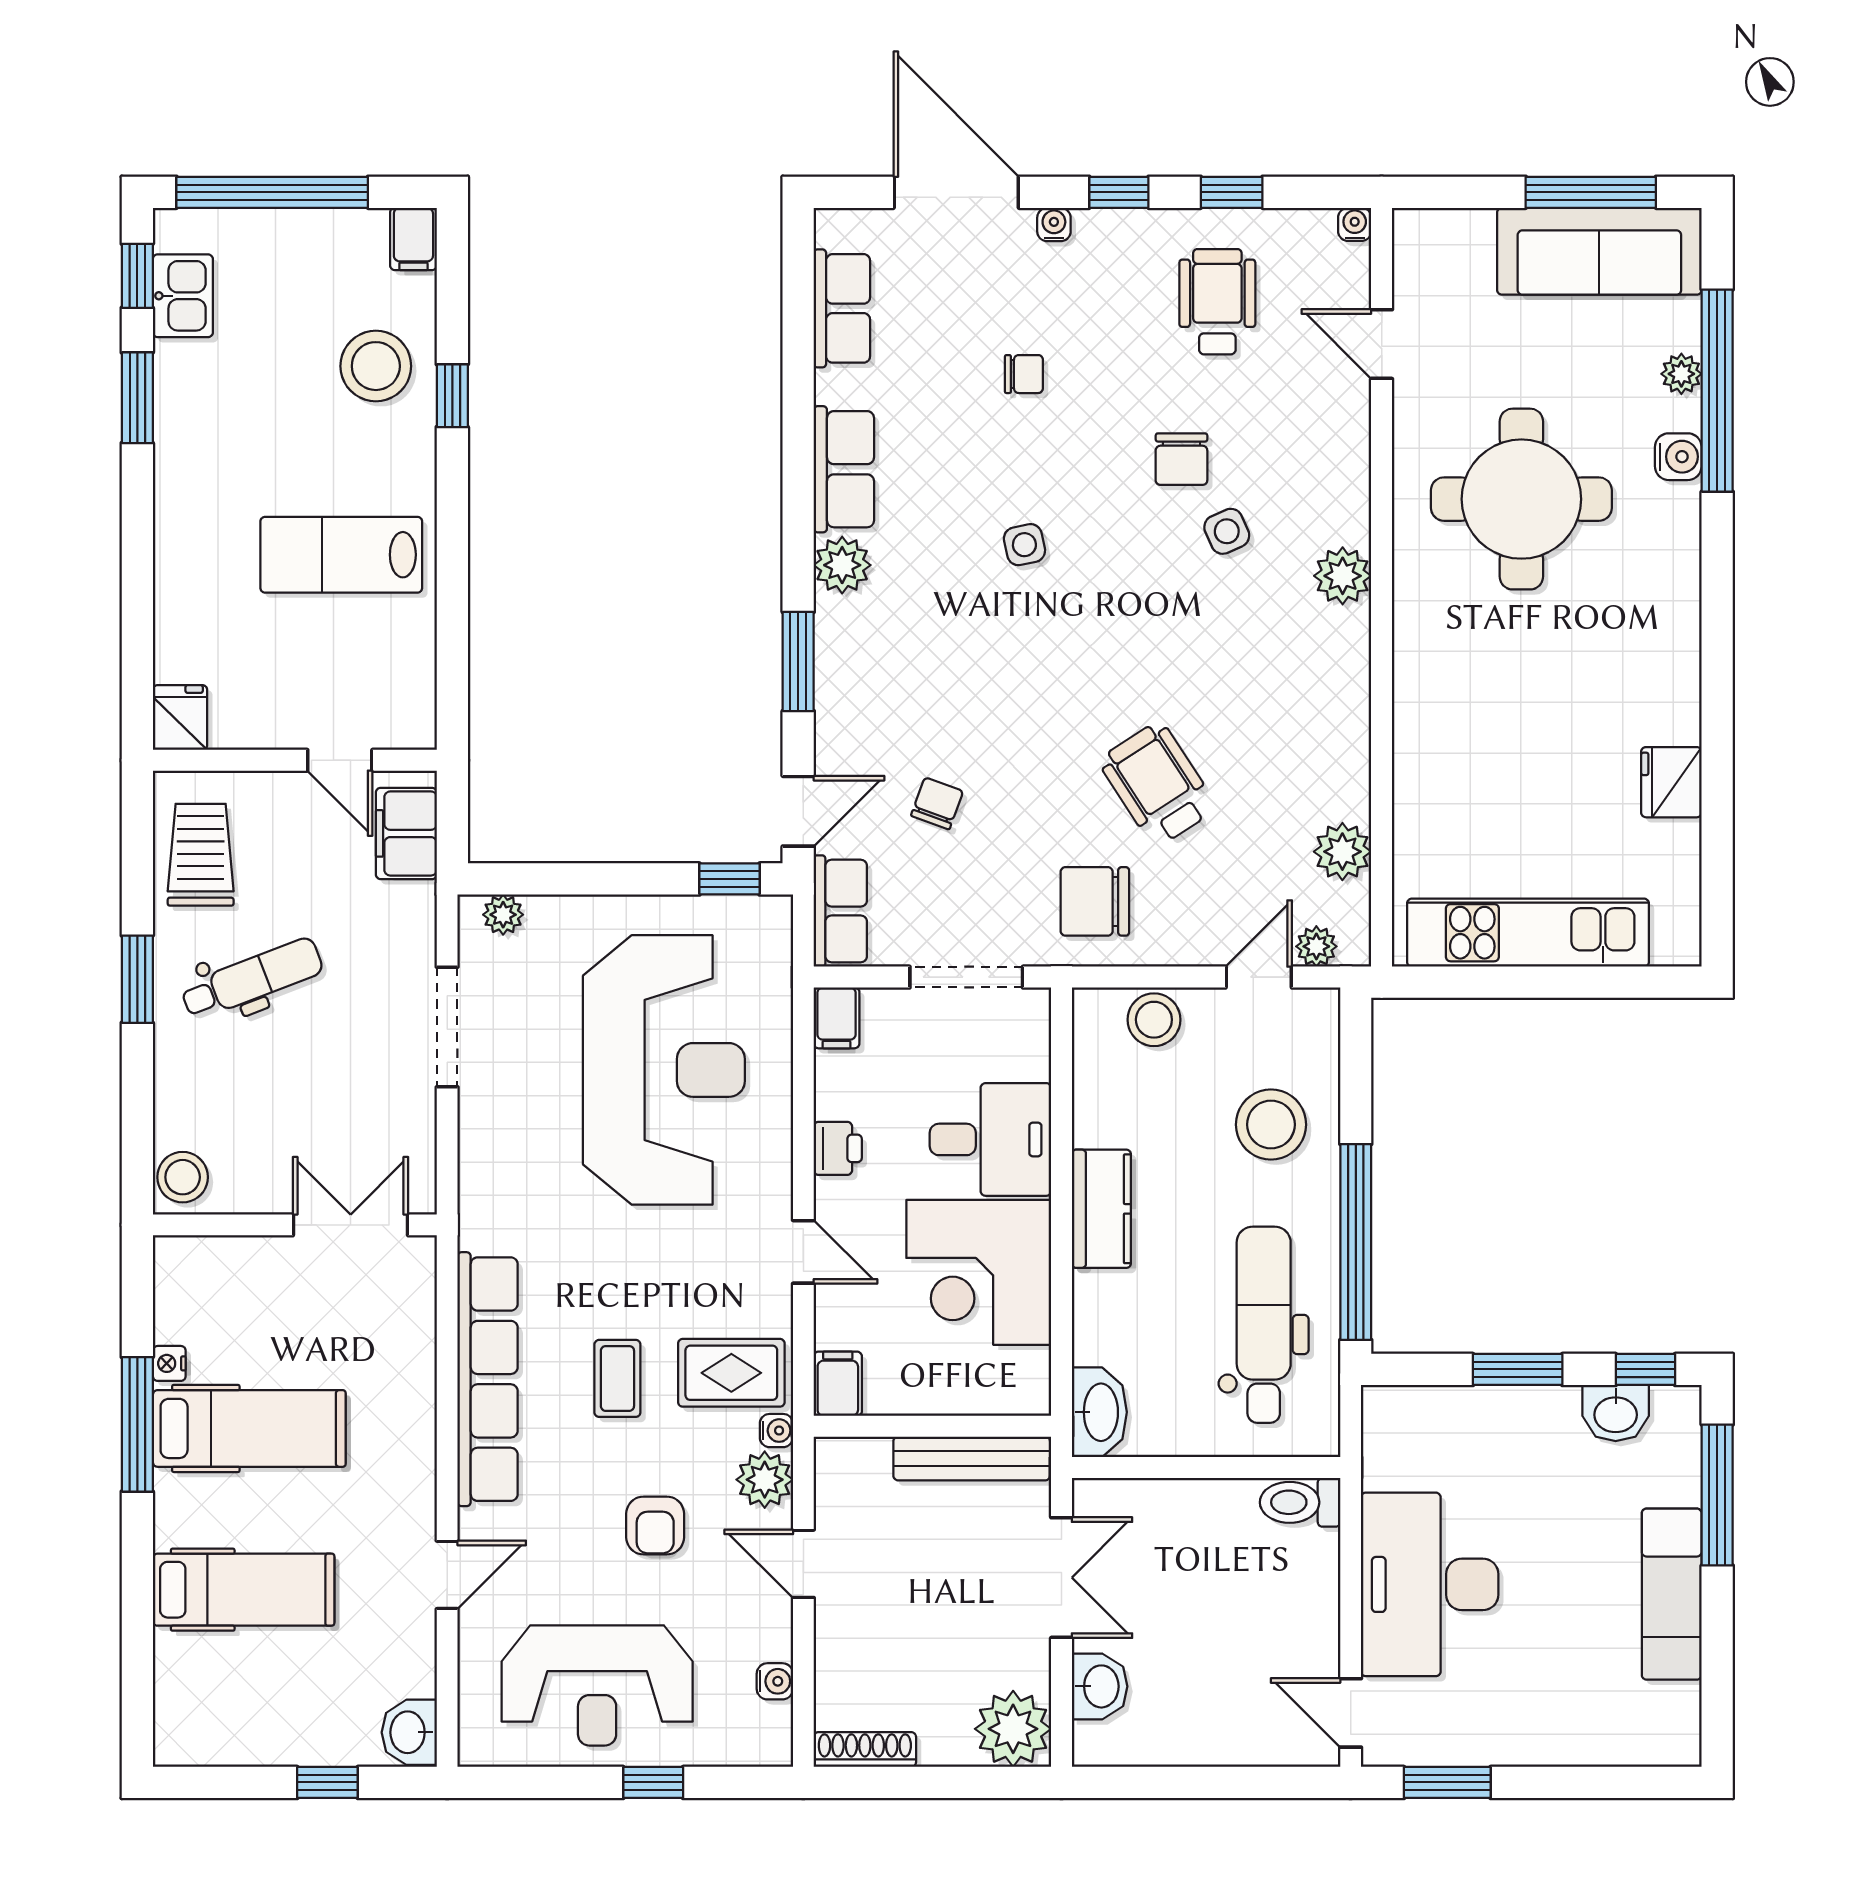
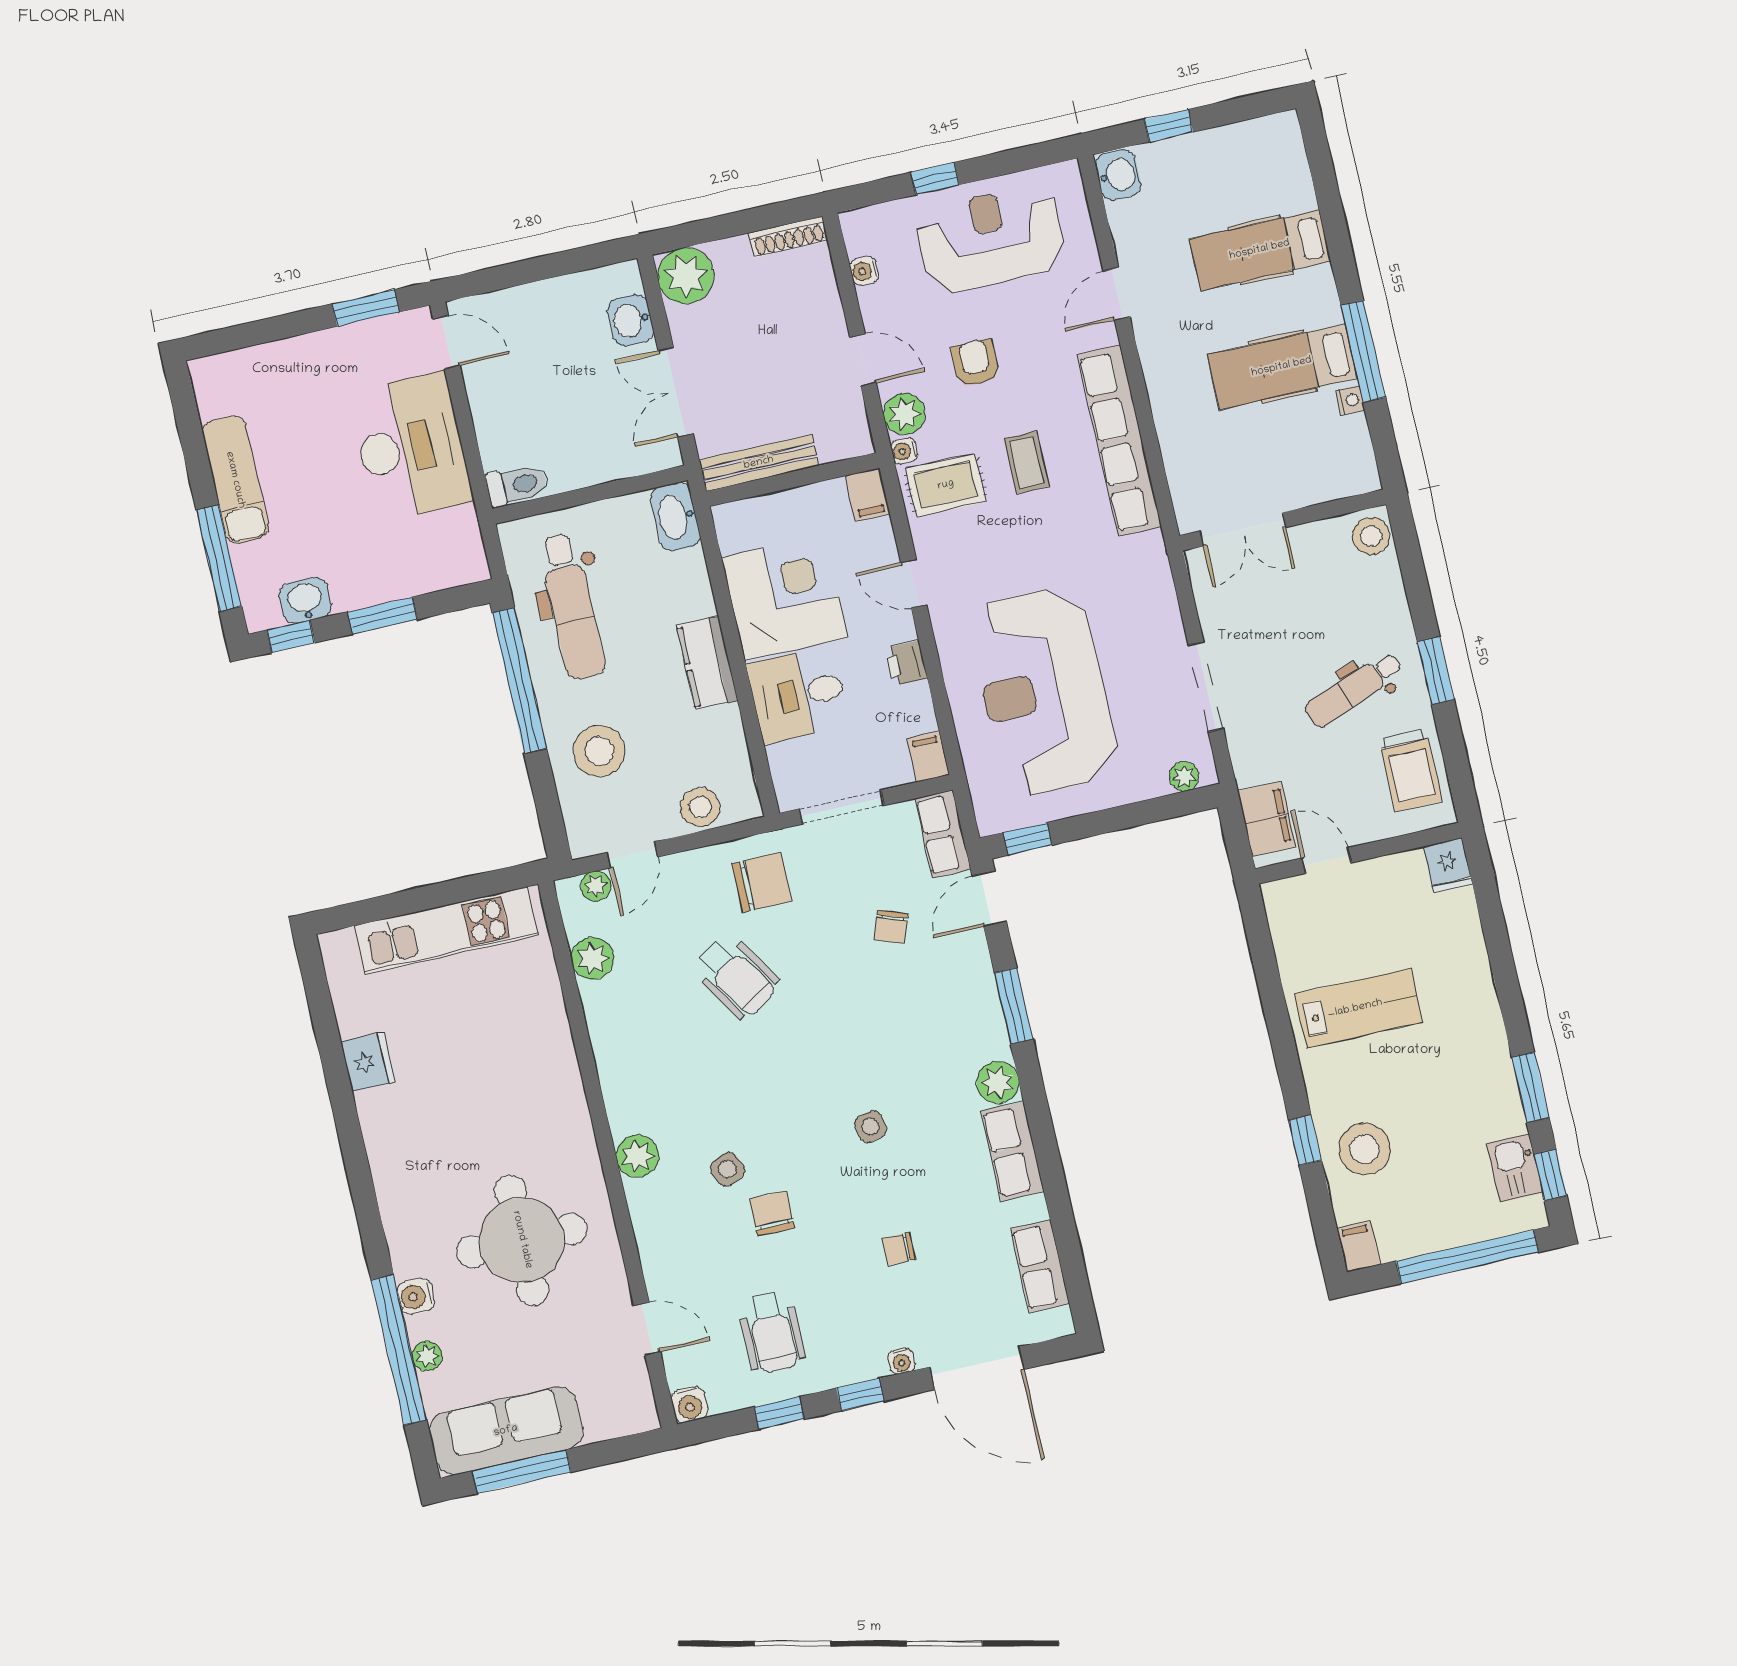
water cooler: (1355, 224) -> (689, 1404), width x1.38, depth x1.38

